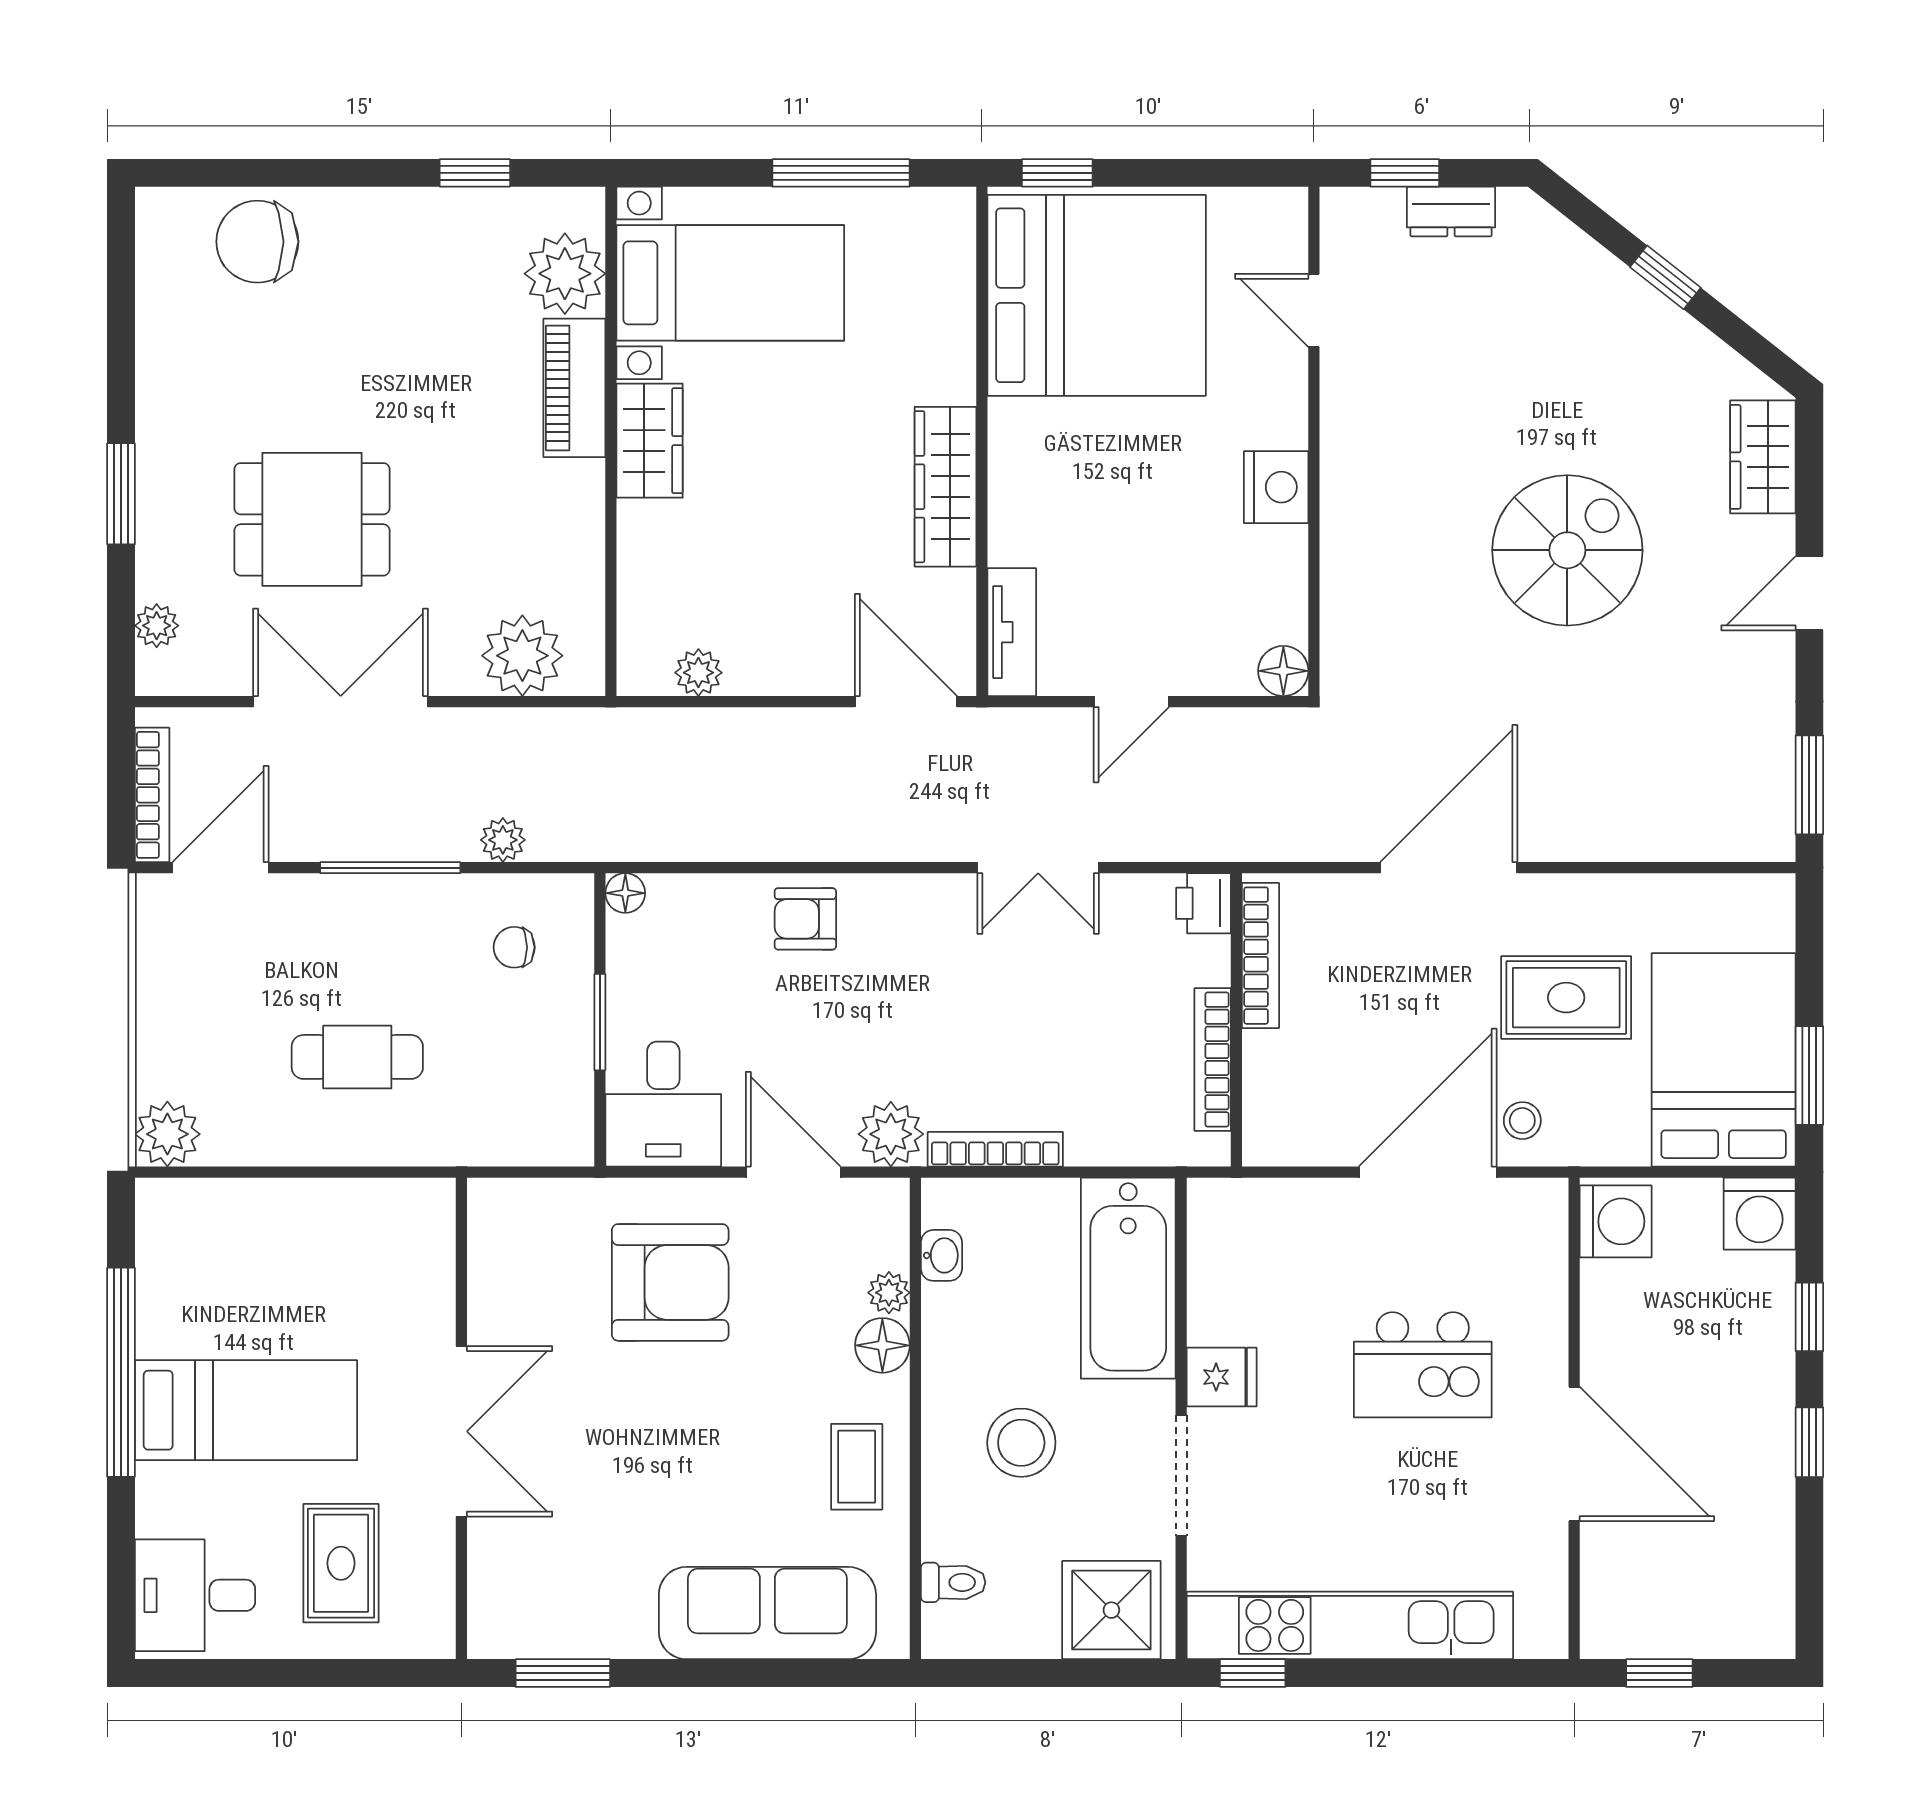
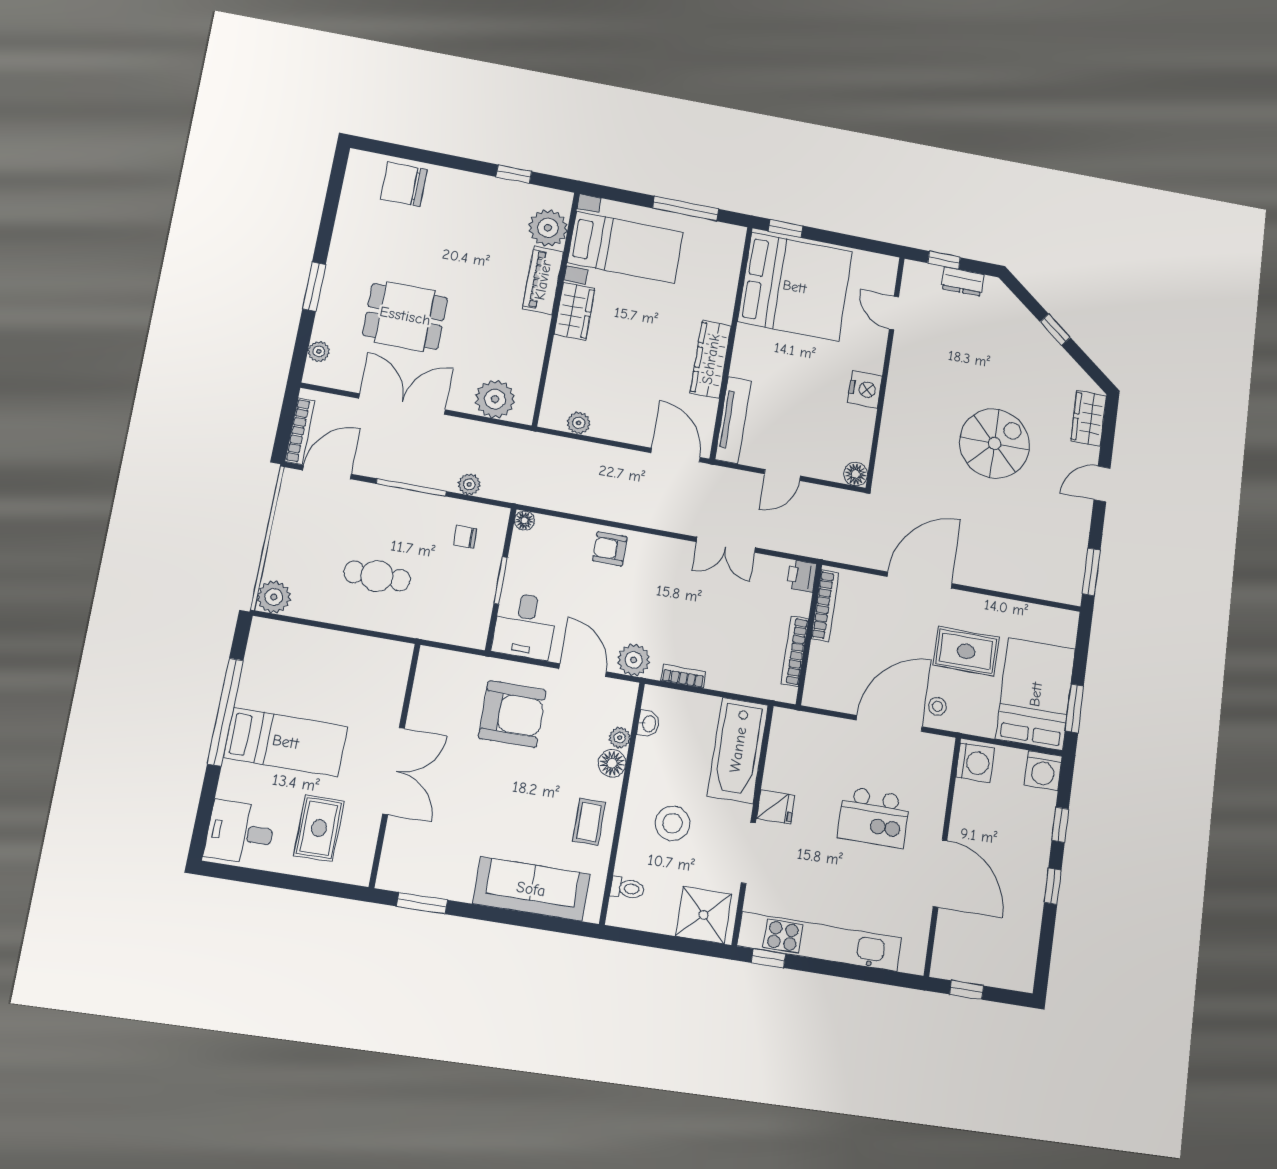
tv unit: (1012, 632) -> (733, 420), width x1.41
bookcase: (995, 1149) -> (683, 676), width x0.64

